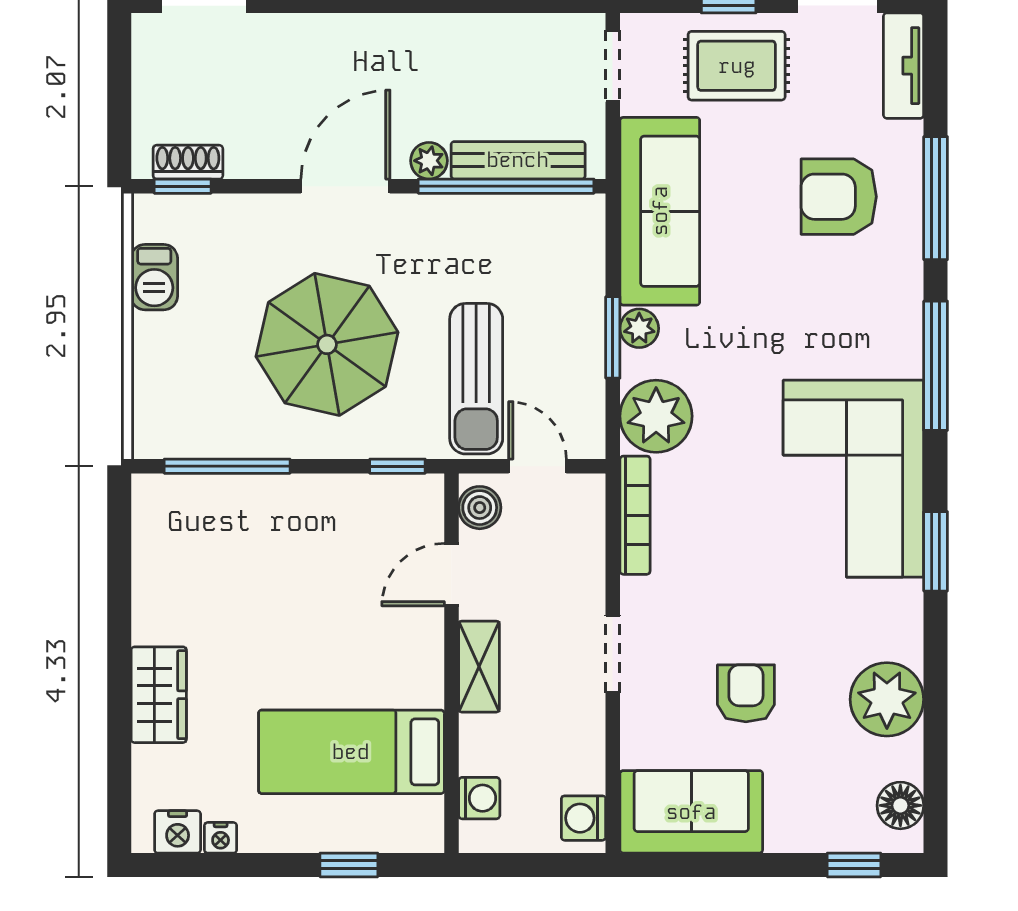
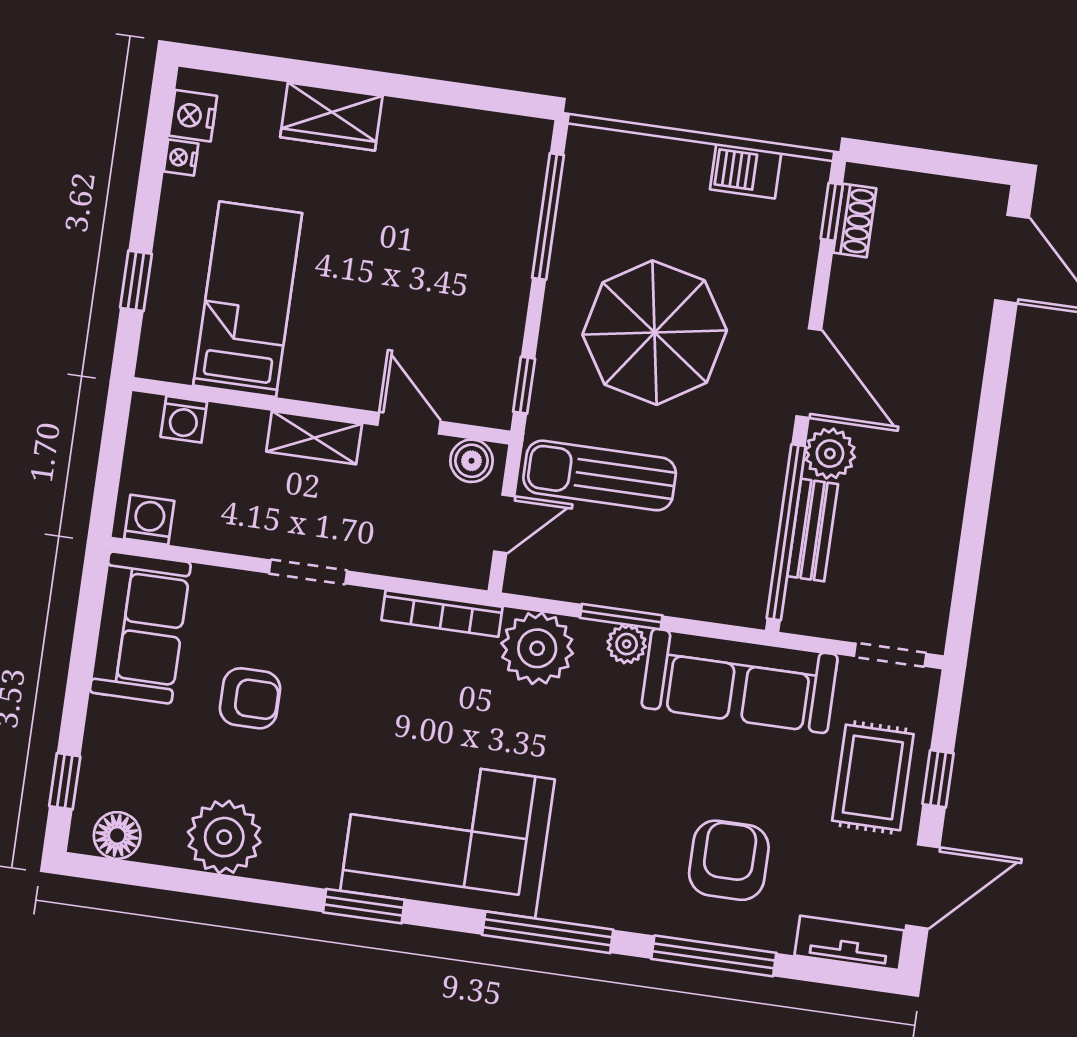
bench: (518, 160) -> (813, 530), width x0.73
plant: (429, 161) -> (830, 454), width x1.38, depth x1.38

